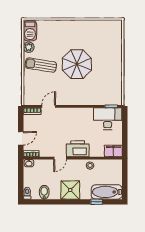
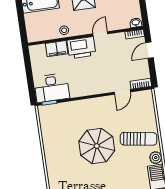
filing cabinet: (113, 151) -> (57, 49), moved

